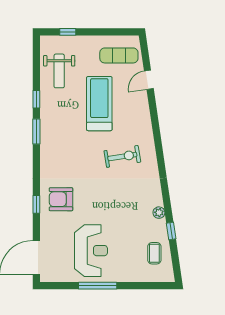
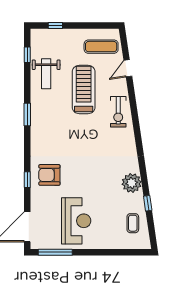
weight bench: (59, 71) -> (46, 74), moved
window: (36, 99) -> (27, 55), moved
exercise bike: (122, 156) -> (118, 112), moved, turned 99
plant: (159, 213) -> (132, 183), width x1.88, depth x1.88
window: (98, 286) -> (55, 252), moved

